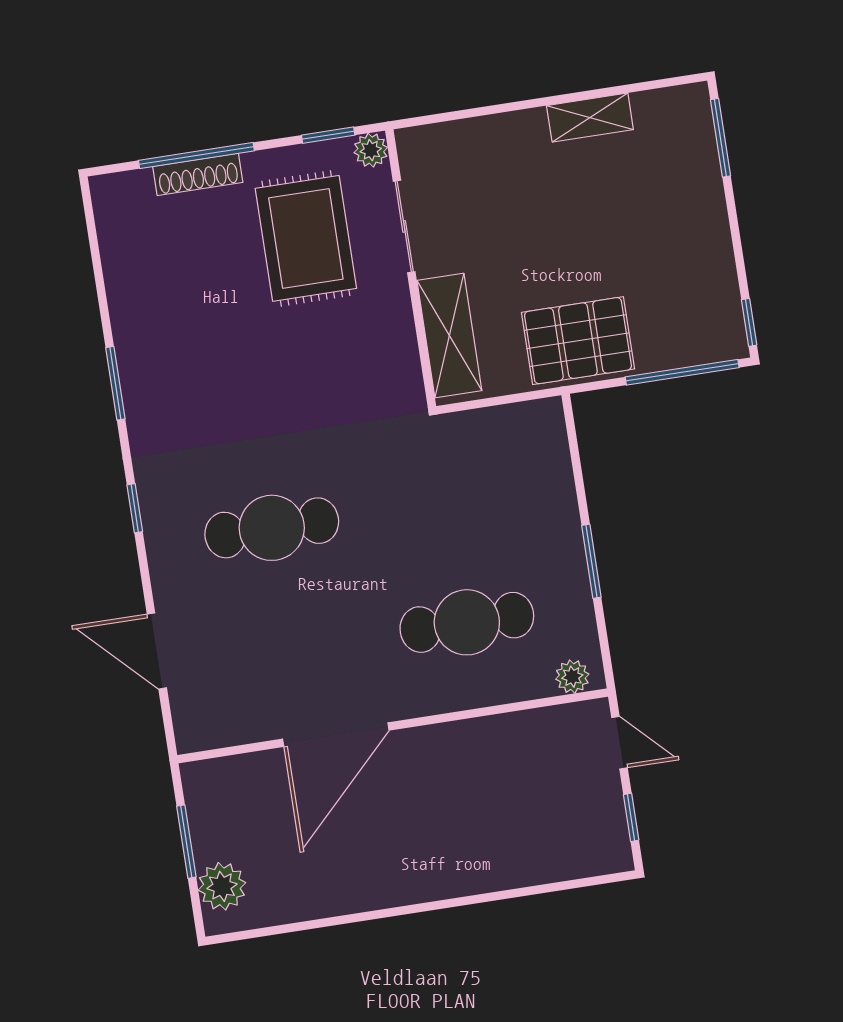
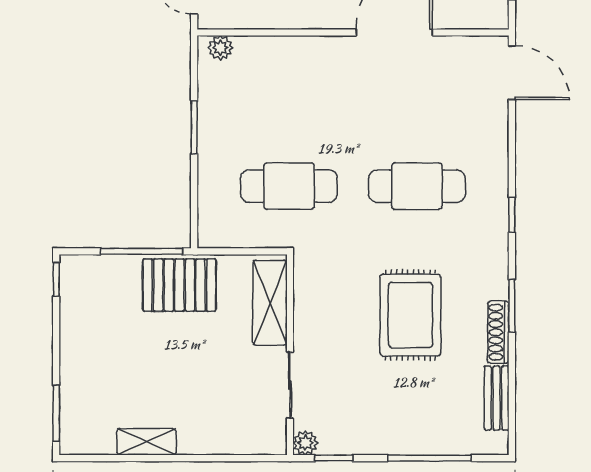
shoe rack: (198, 174) -> (498, 332), moved, turned -90
rug: (306, 238) -> (410, 315), moved
bench: (117, 253) -> (496, 398), added
window: (682, 372) -> (141, 251), moved
cafe table: (467, 622) -> (289, 186), moved
door: (157, 651) -> (512, 73), moved

